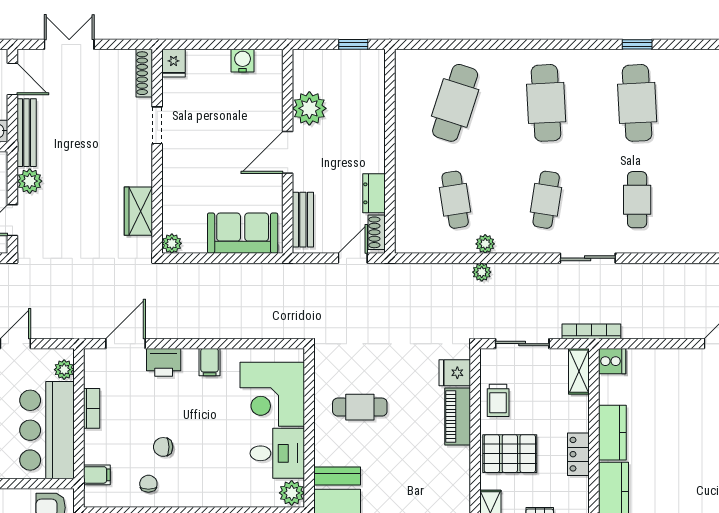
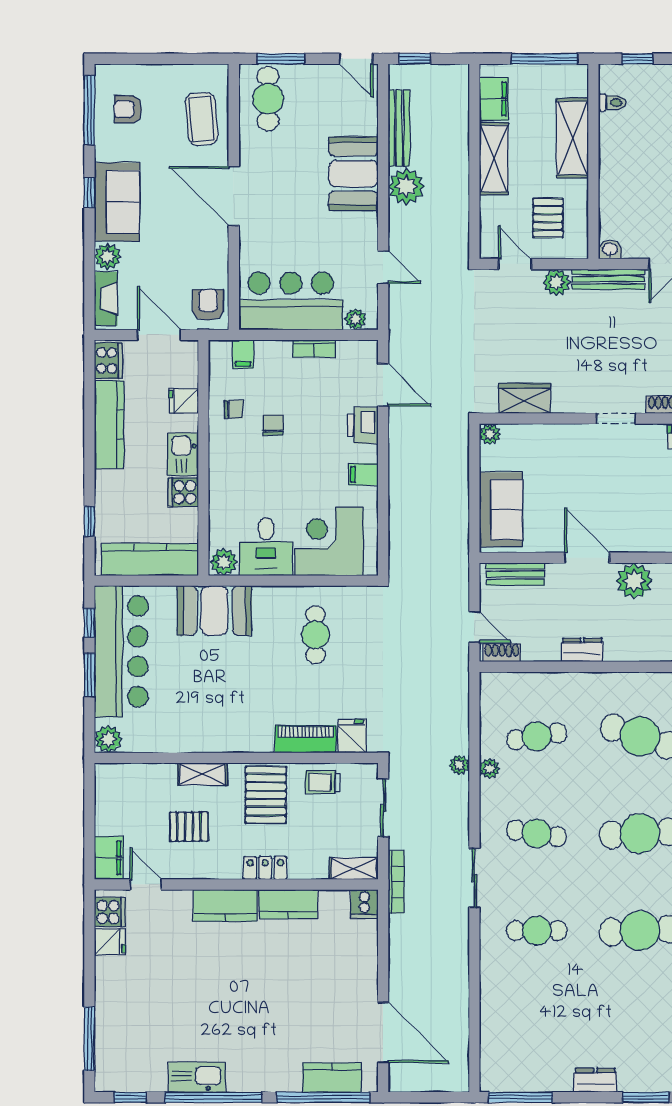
dresser: (374, 193) -> (582, 650), moved

